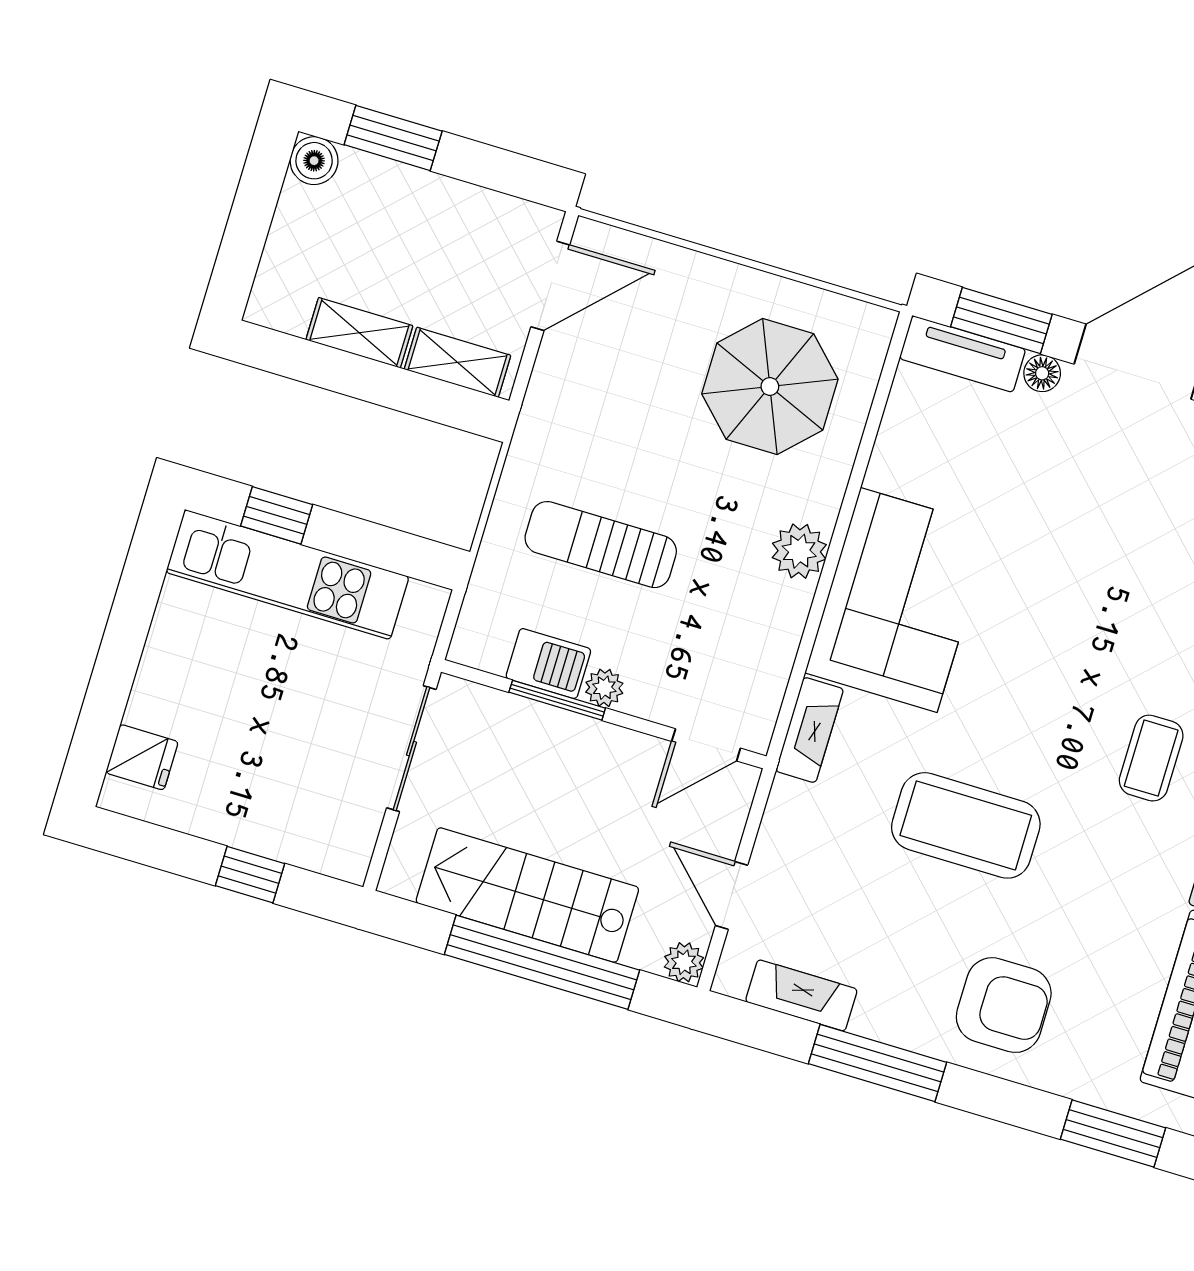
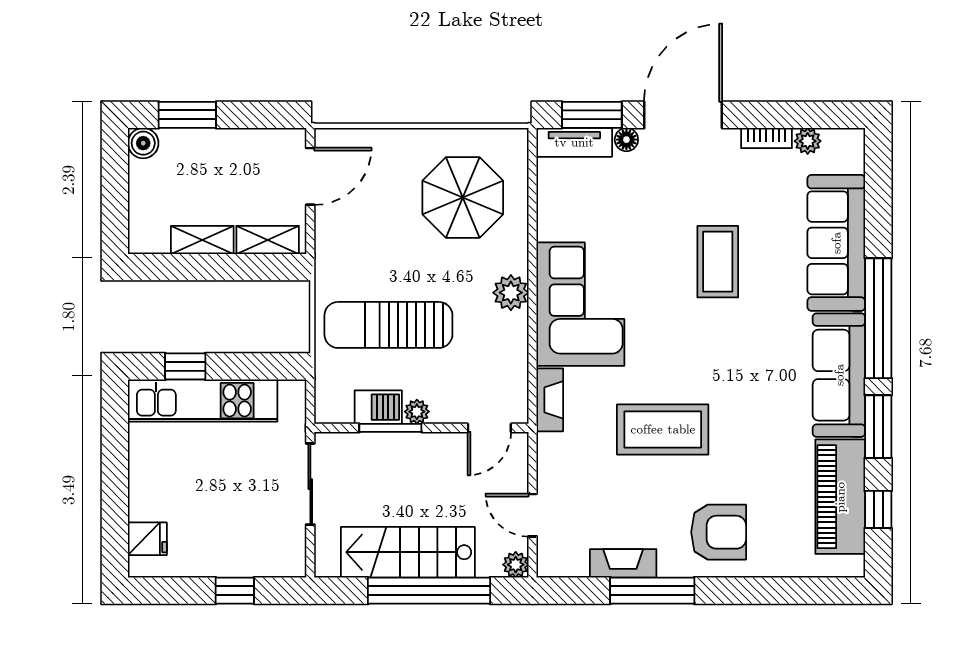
sun lounger: (601, 545) -> (388, 325), width x1.36, depth x1.34
coffee table: (1151, 758) -> (718, 262), moved, width x1.36, depth x1.30
fireplace: (801, 995) -> (623, 563), moved
window: (1113, 1134) -> (809, 591), removed

